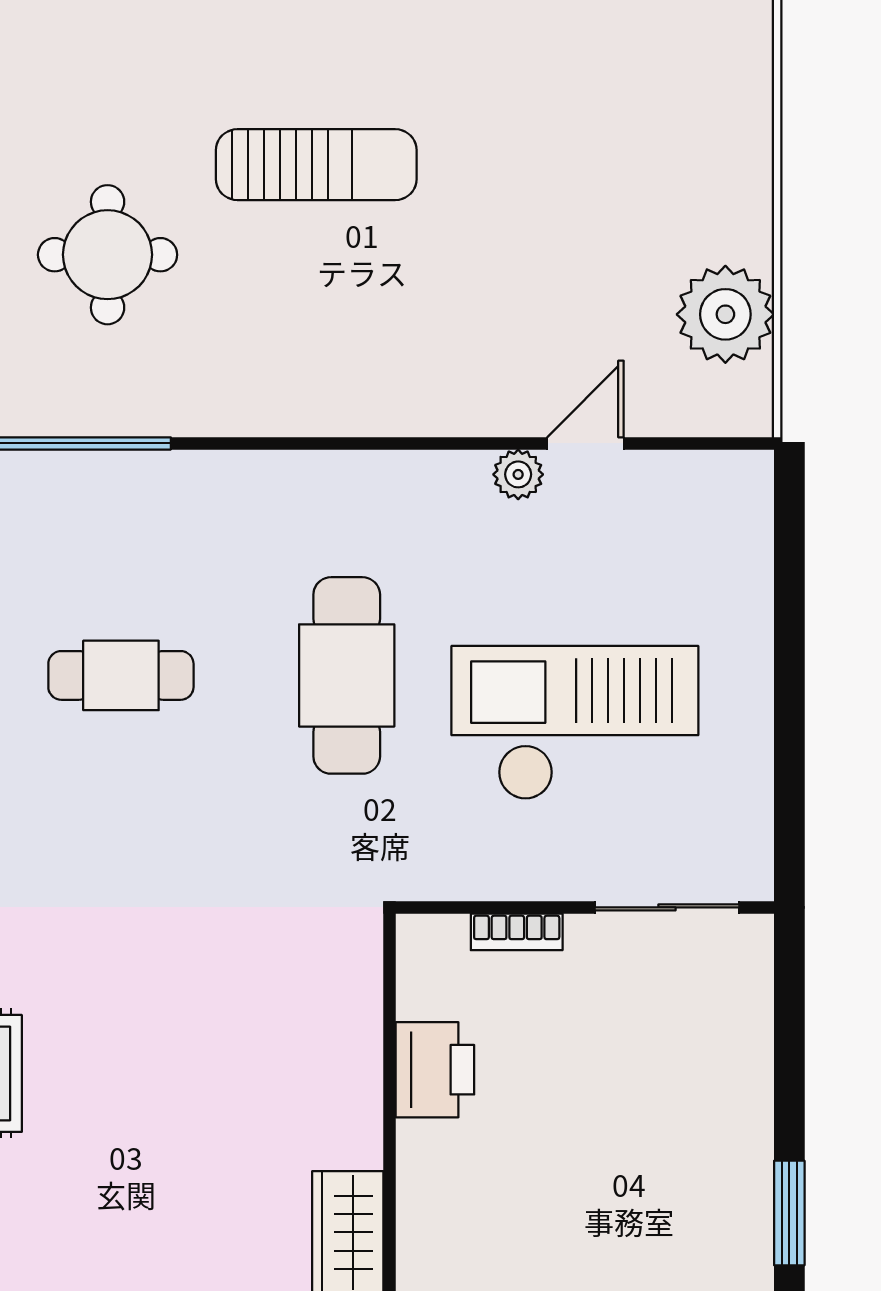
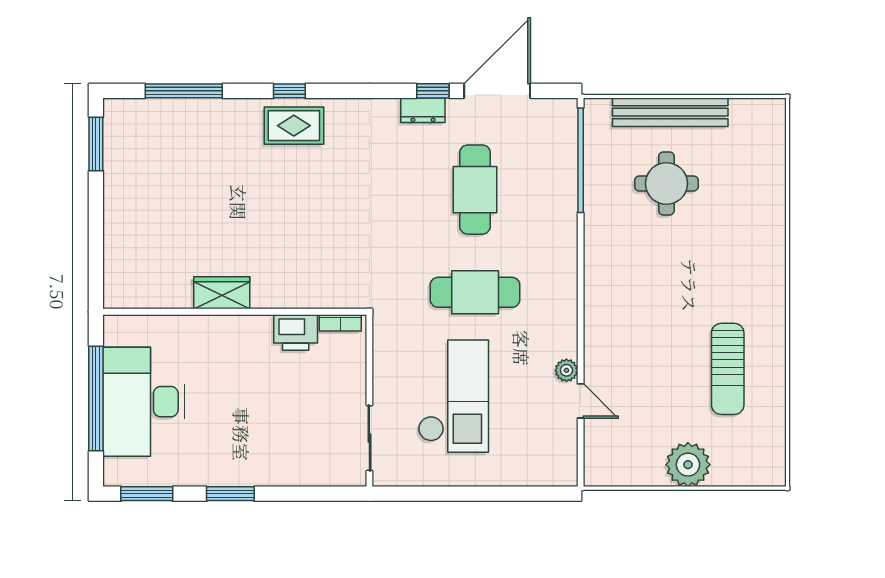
sun lounger: (316, 165) -> (728, 369), moved
plant: (725, 314) -> (688, 465), moved
cafe table: (121, 675) -> (475, 190), width x1.37, depth x1.35
bookcase: (517, 932) -> (340, 323), moved, turned -90

